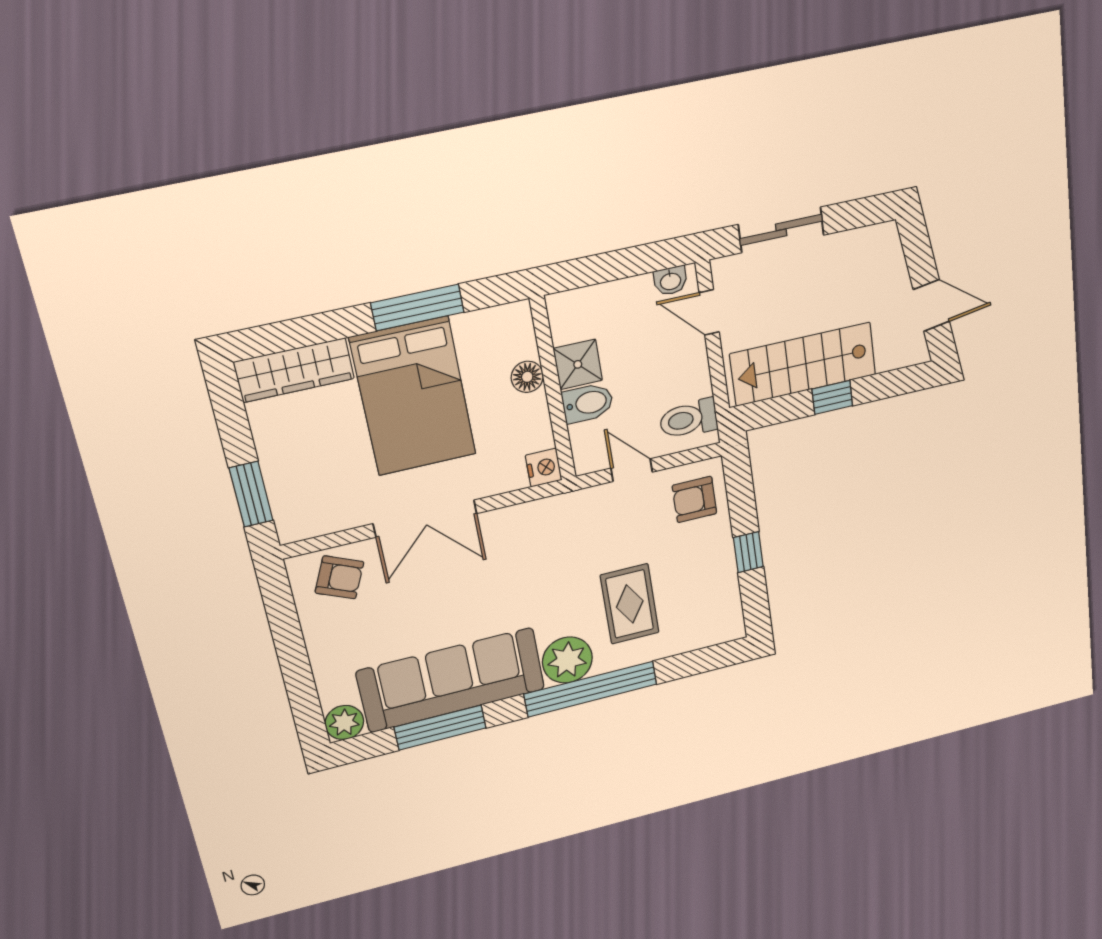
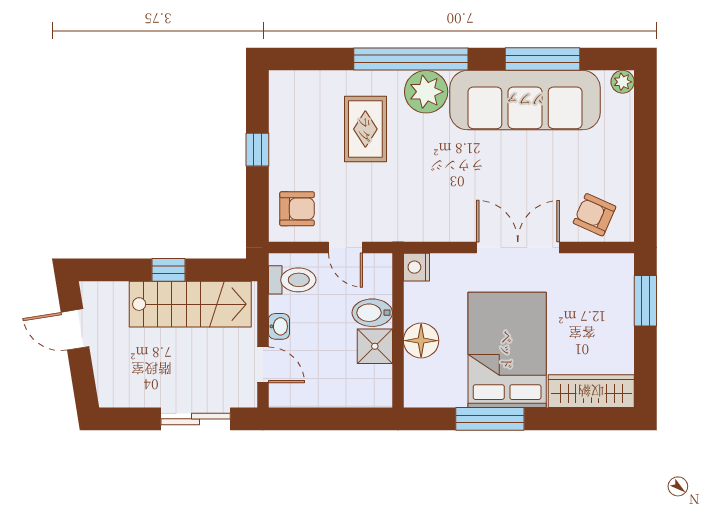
washbasin: (670, 281) -> (279, 326), moved, turned 90
floor lamp: (527, 377) -> (421, 341), width x1.38, depth x1.38
plant: (344, 722) -> (623, 82), width x0.73, depth x0.73

